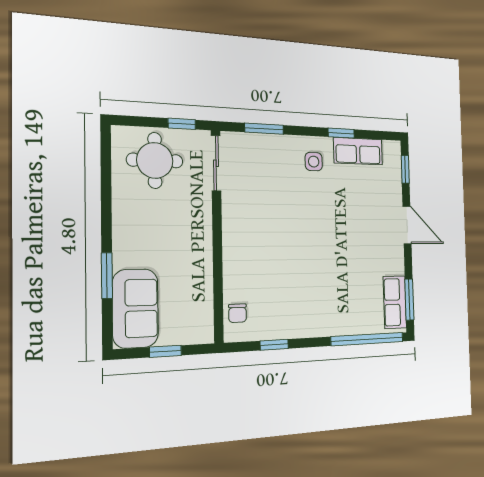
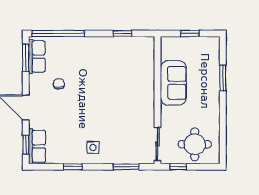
row of seats: (358, 151) -> (37, 146), moved, turned 90
sofa: (135, 308) -> (173, 83), moved, turned 180
chair: (238, 313) -> (59, 84), moved

